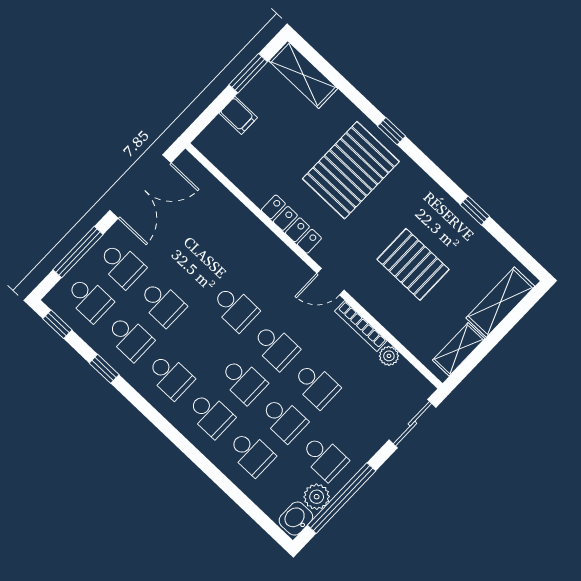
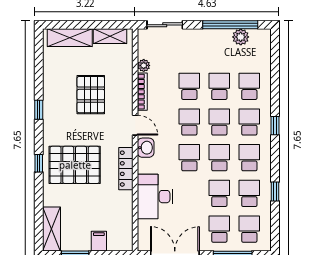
window: (475, 210) -> (39, 110), moved
desk: (228, 227) -> (155, 197), added
window: (57, 324) -> (275, 126), moved
school desk: (324, 458) -> (219, 158), moved
washbasin: (296, 519) -> (146, 148), moved, turned -90

